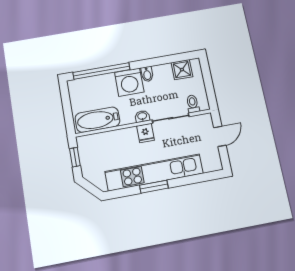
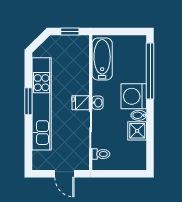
shower: (182, 70) -> (137, 131), moved

